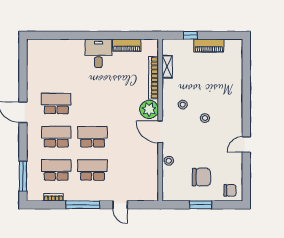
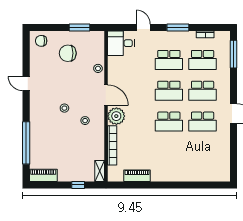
piano: (209, 46) -> (43, 175), moved
desk: (98, 53) -> (121, 43), moved, turned 90
shelving: (167, 67) -> (100, 171), moved
window: (246, 81) -> (26, 143), added
school desk: (92, 103) -> (169, 122), added
door: (246, 144) -> (26, 84), swing flipped
window: (83, 205) -> (178, 27), width x0.69
window: (201, 205) -> (79, 27), moved

